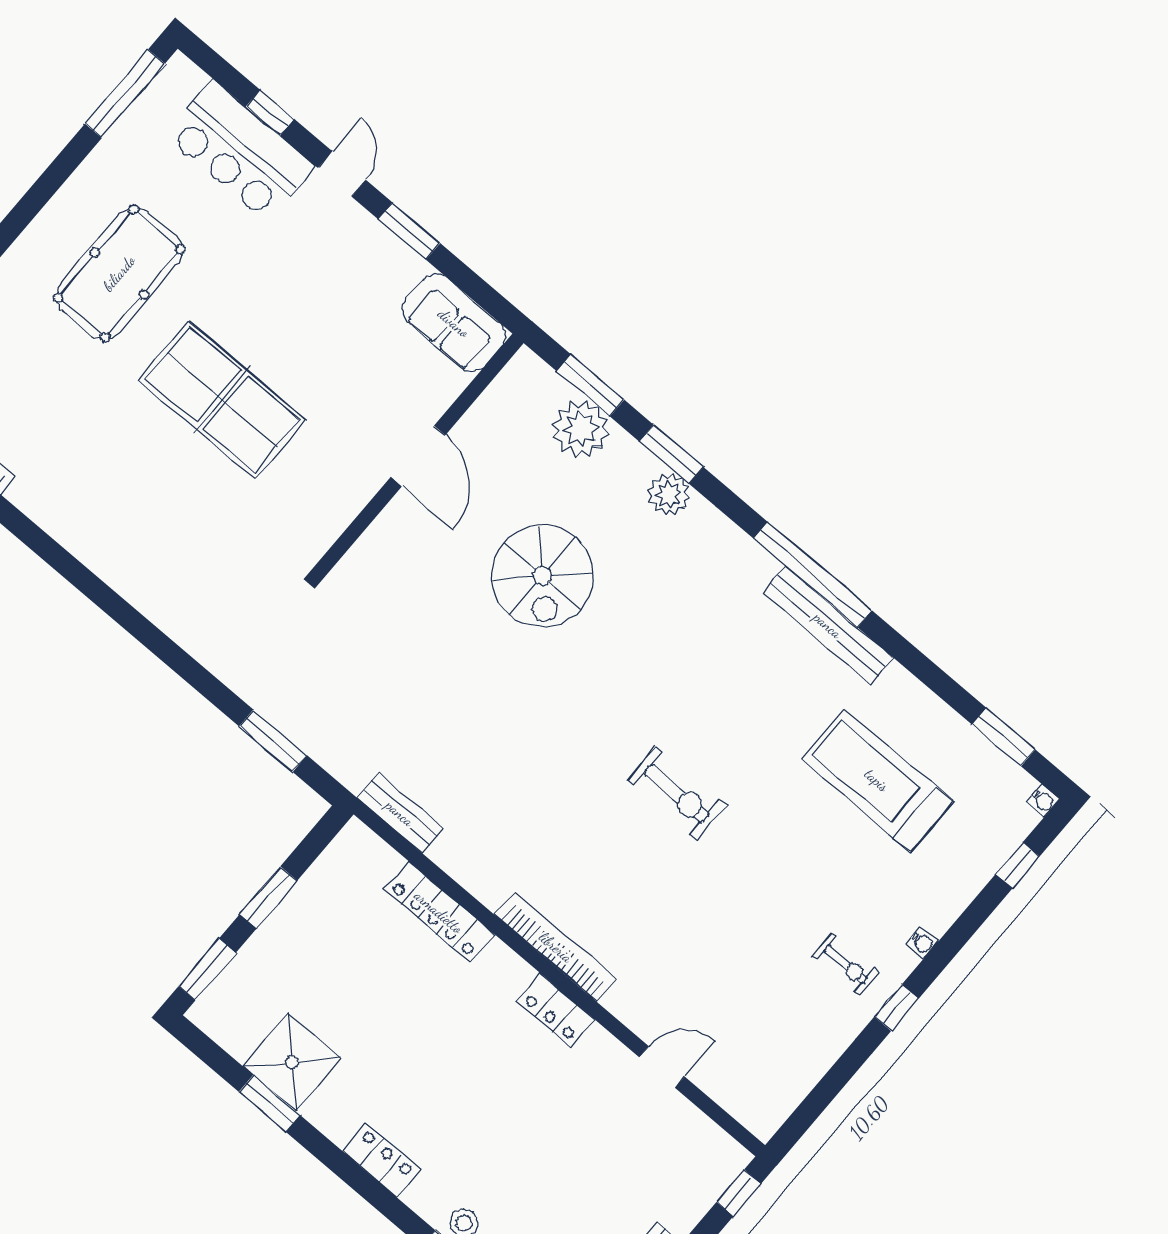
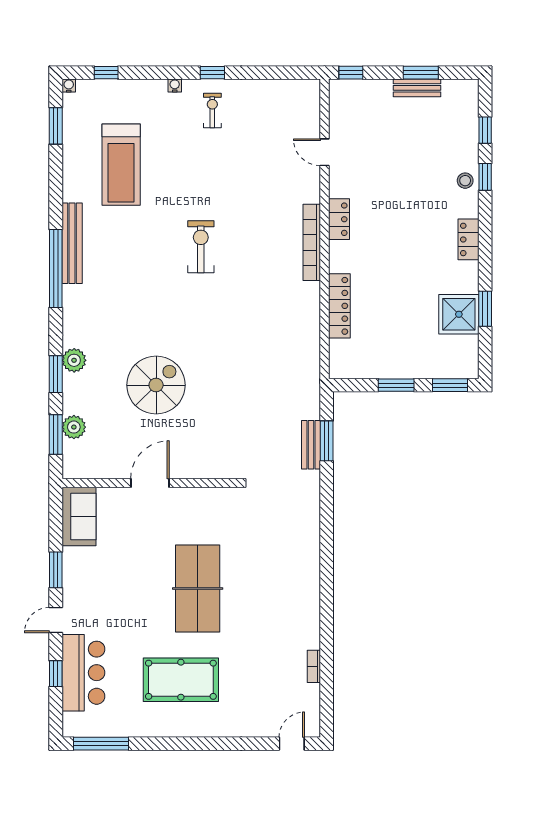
plant: (581, 429) -> (74, 427), width x0.73, depth x0.73
bench: (400, 813) -> (311, 445), moved

